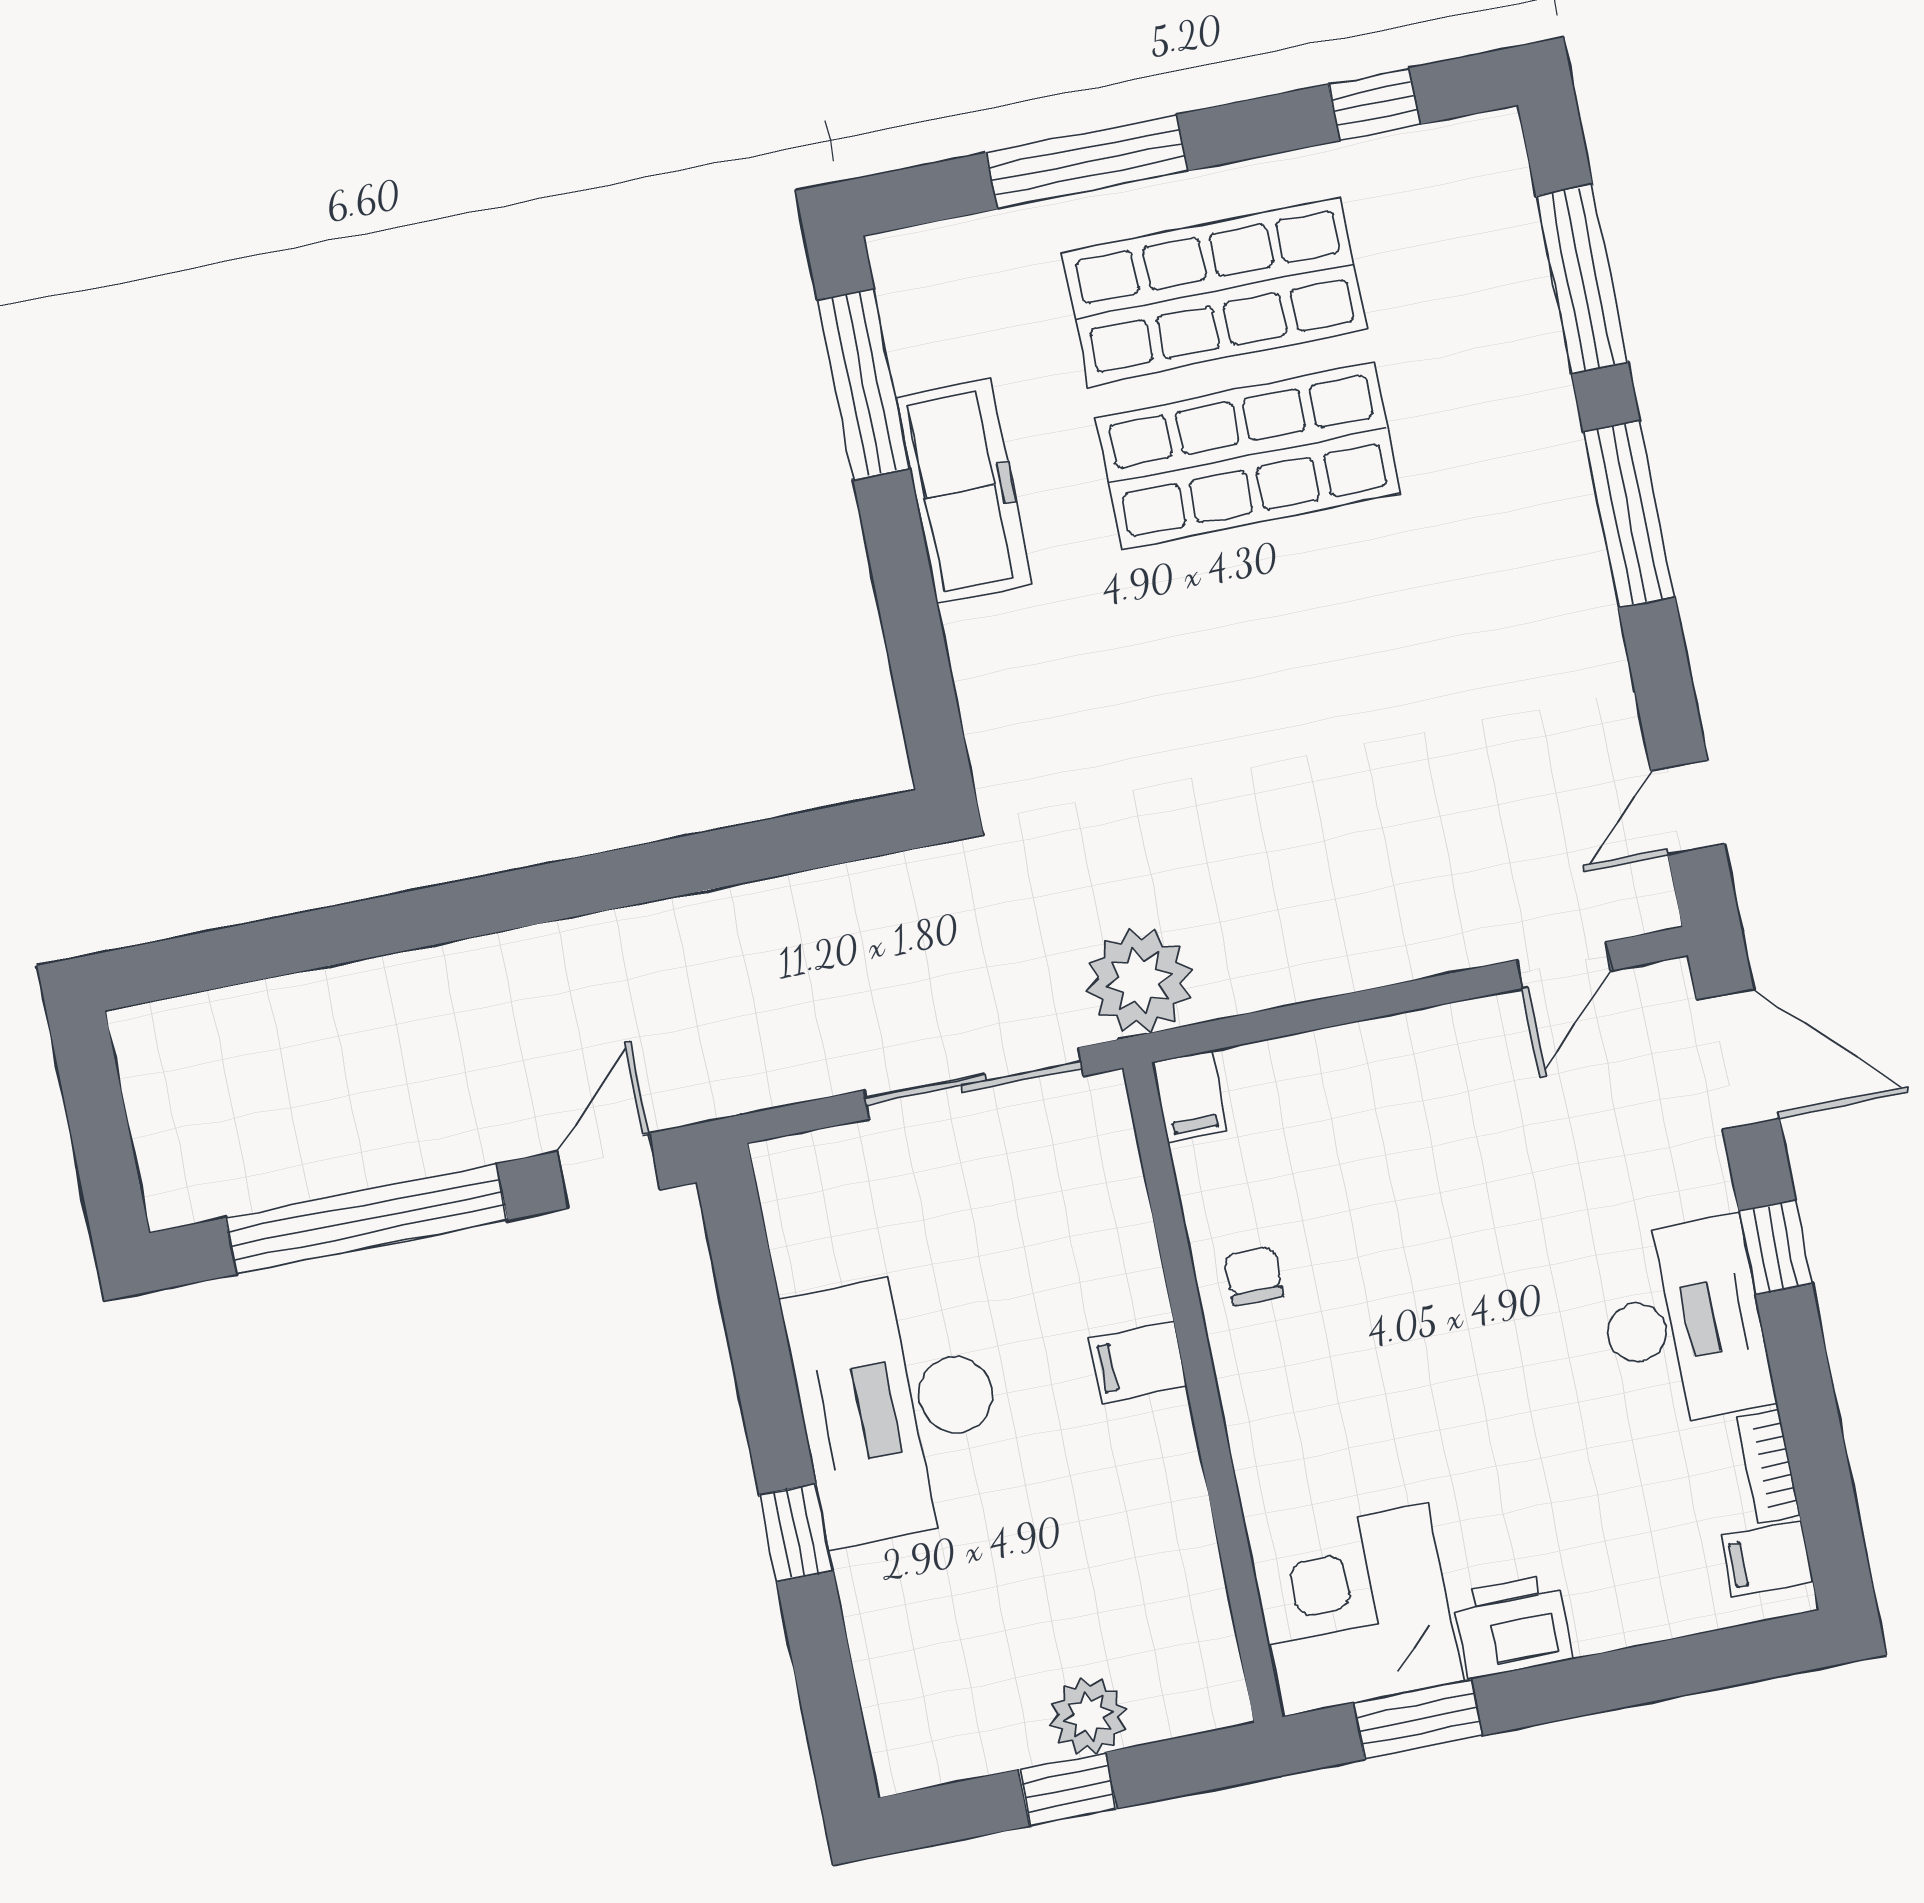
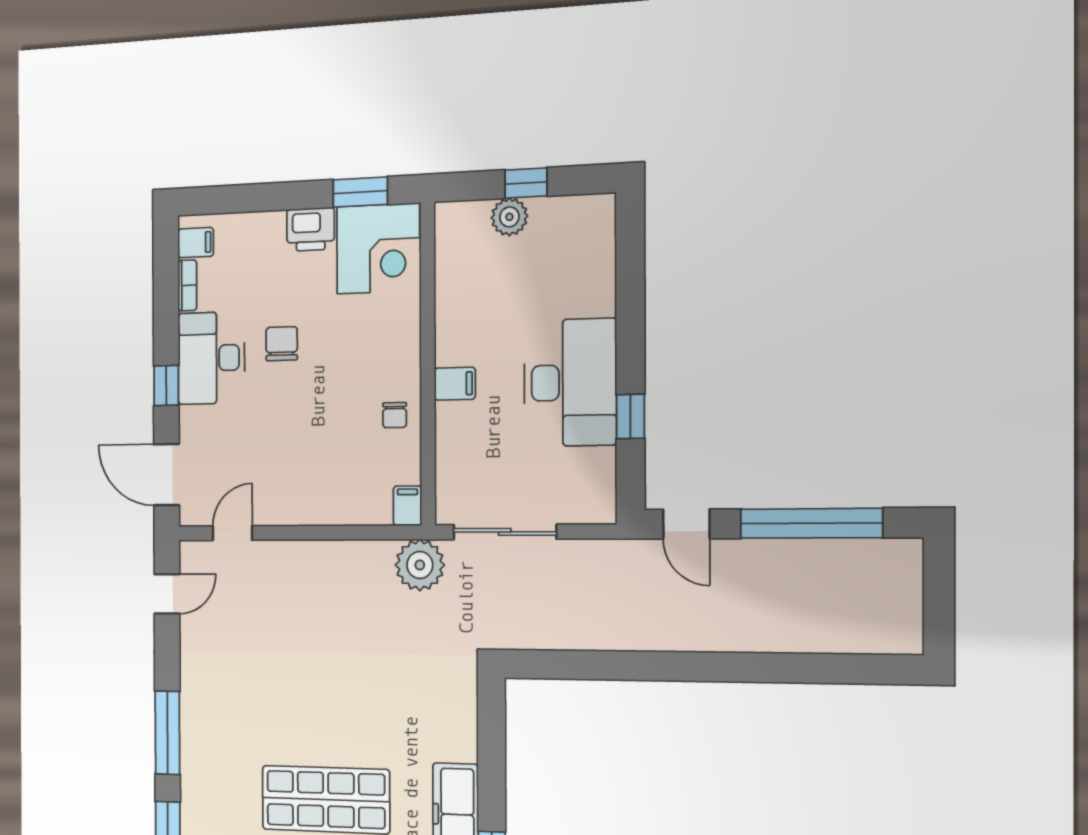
door: (608, 1171) -> (686, 524), hinge flipped
chair: (1530, 1380) -> (282, 344), added
window: (796, 1533) -> (630, 416), moved

